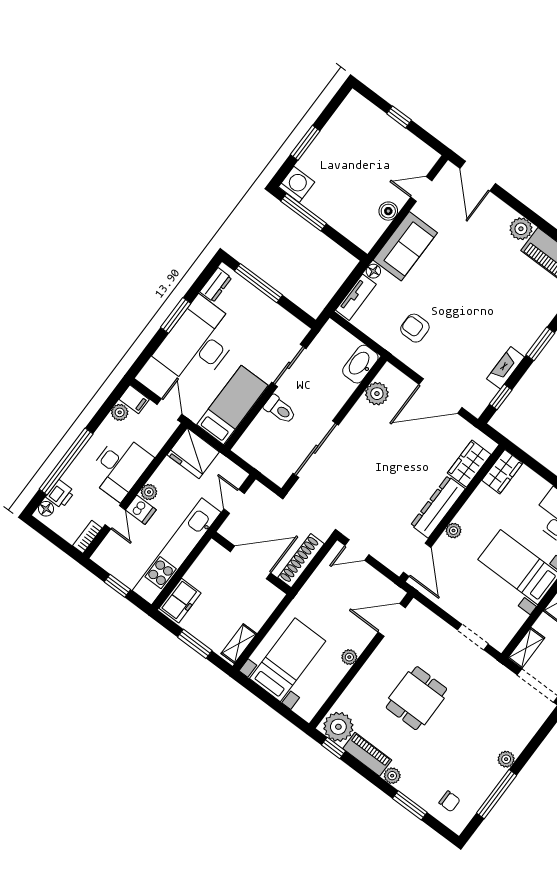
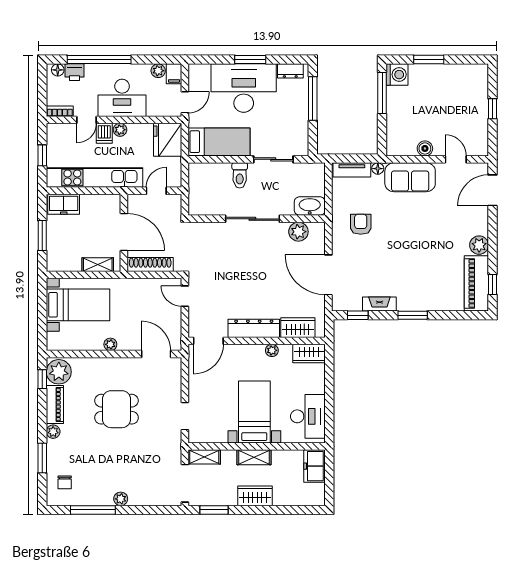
sliding door: (316, 449) -> (252, 219), moved
plant: (454, 531) -> (272, 350), moved
shelving: (239, 644) -> (98, 265), moved

